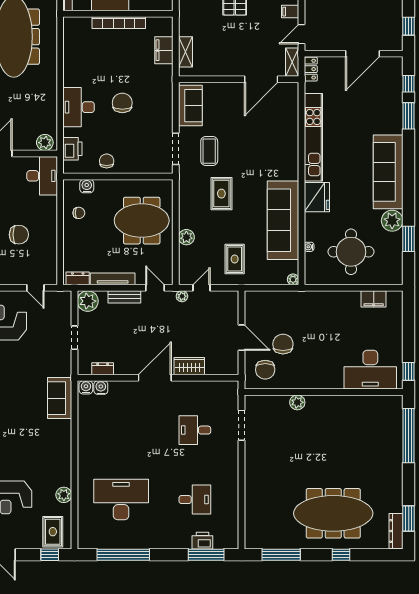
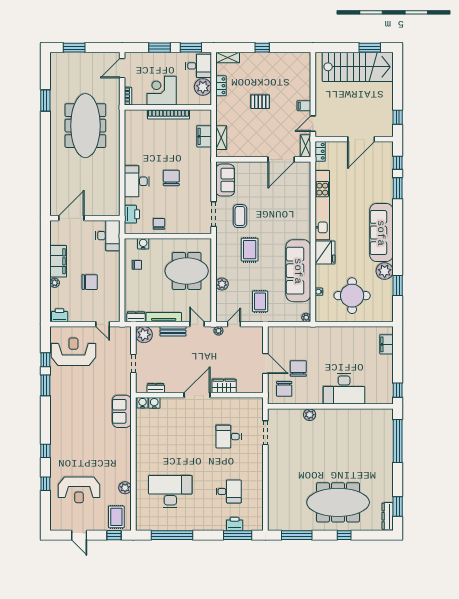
plant: (45, 143) -> (110, 209), removed
filing cabinet: (374, 299) -> (386, 344), moved, turned 90
desk: (370, 370) -> (344, 389), moved

